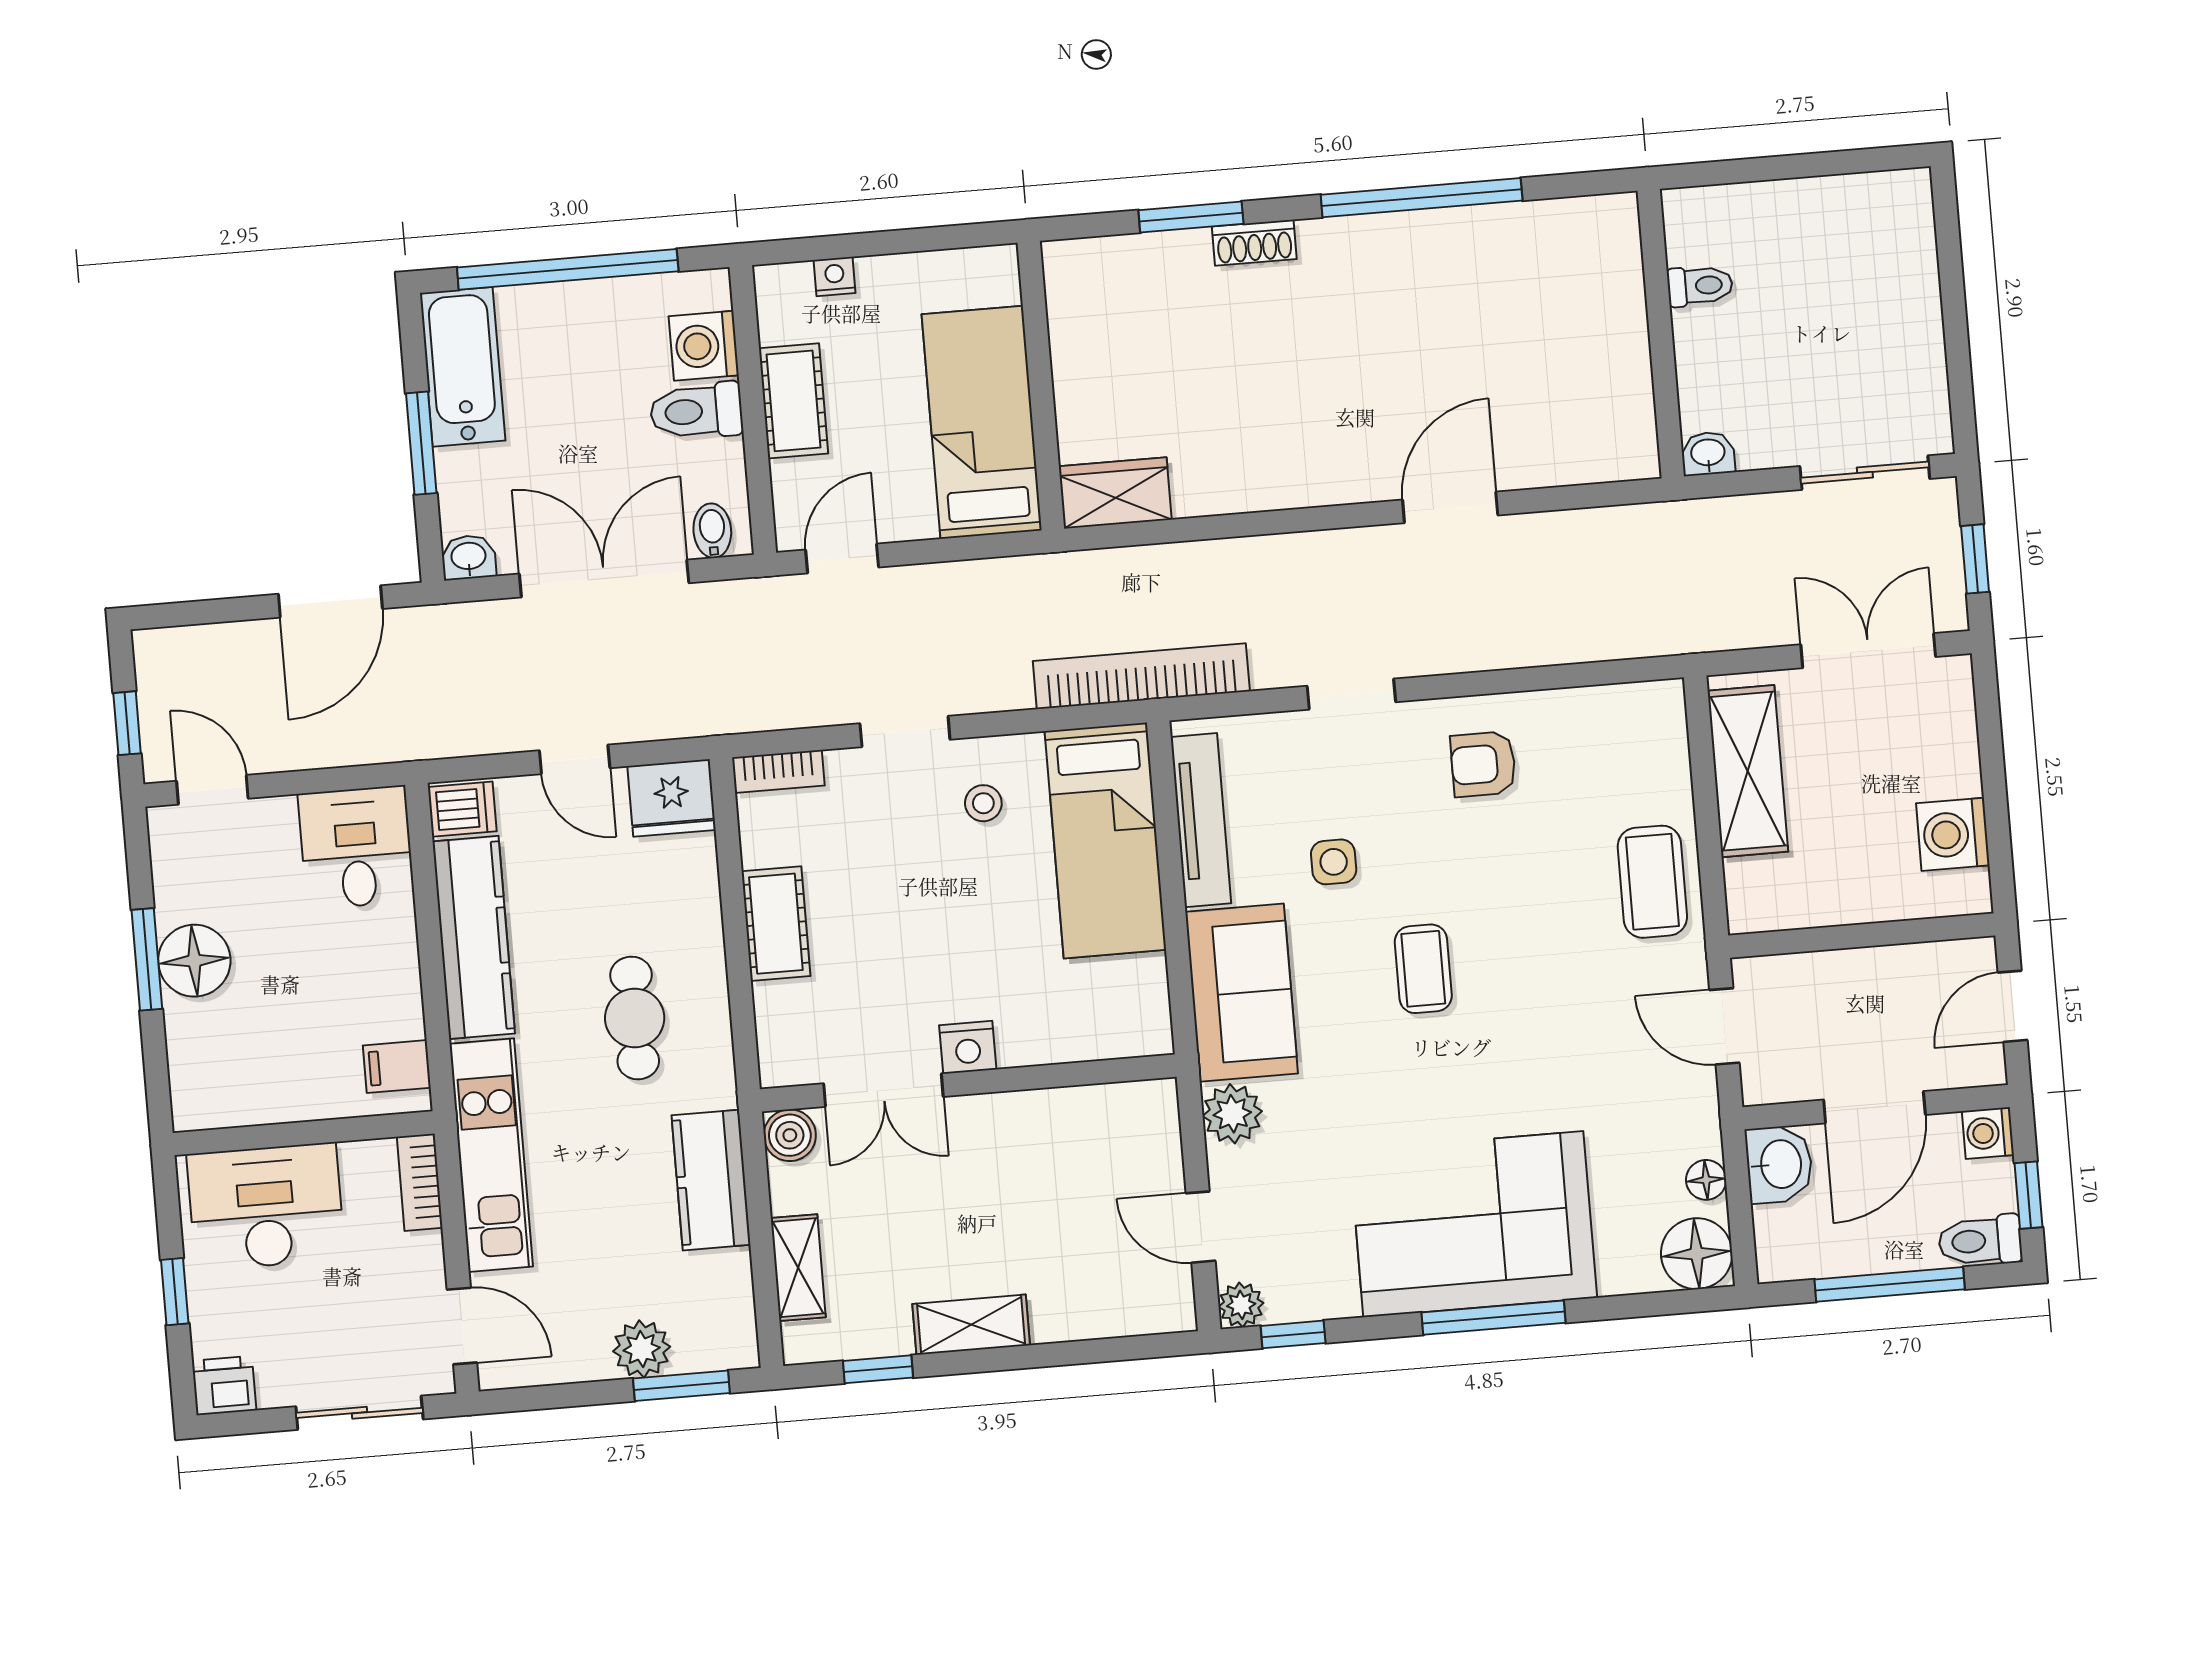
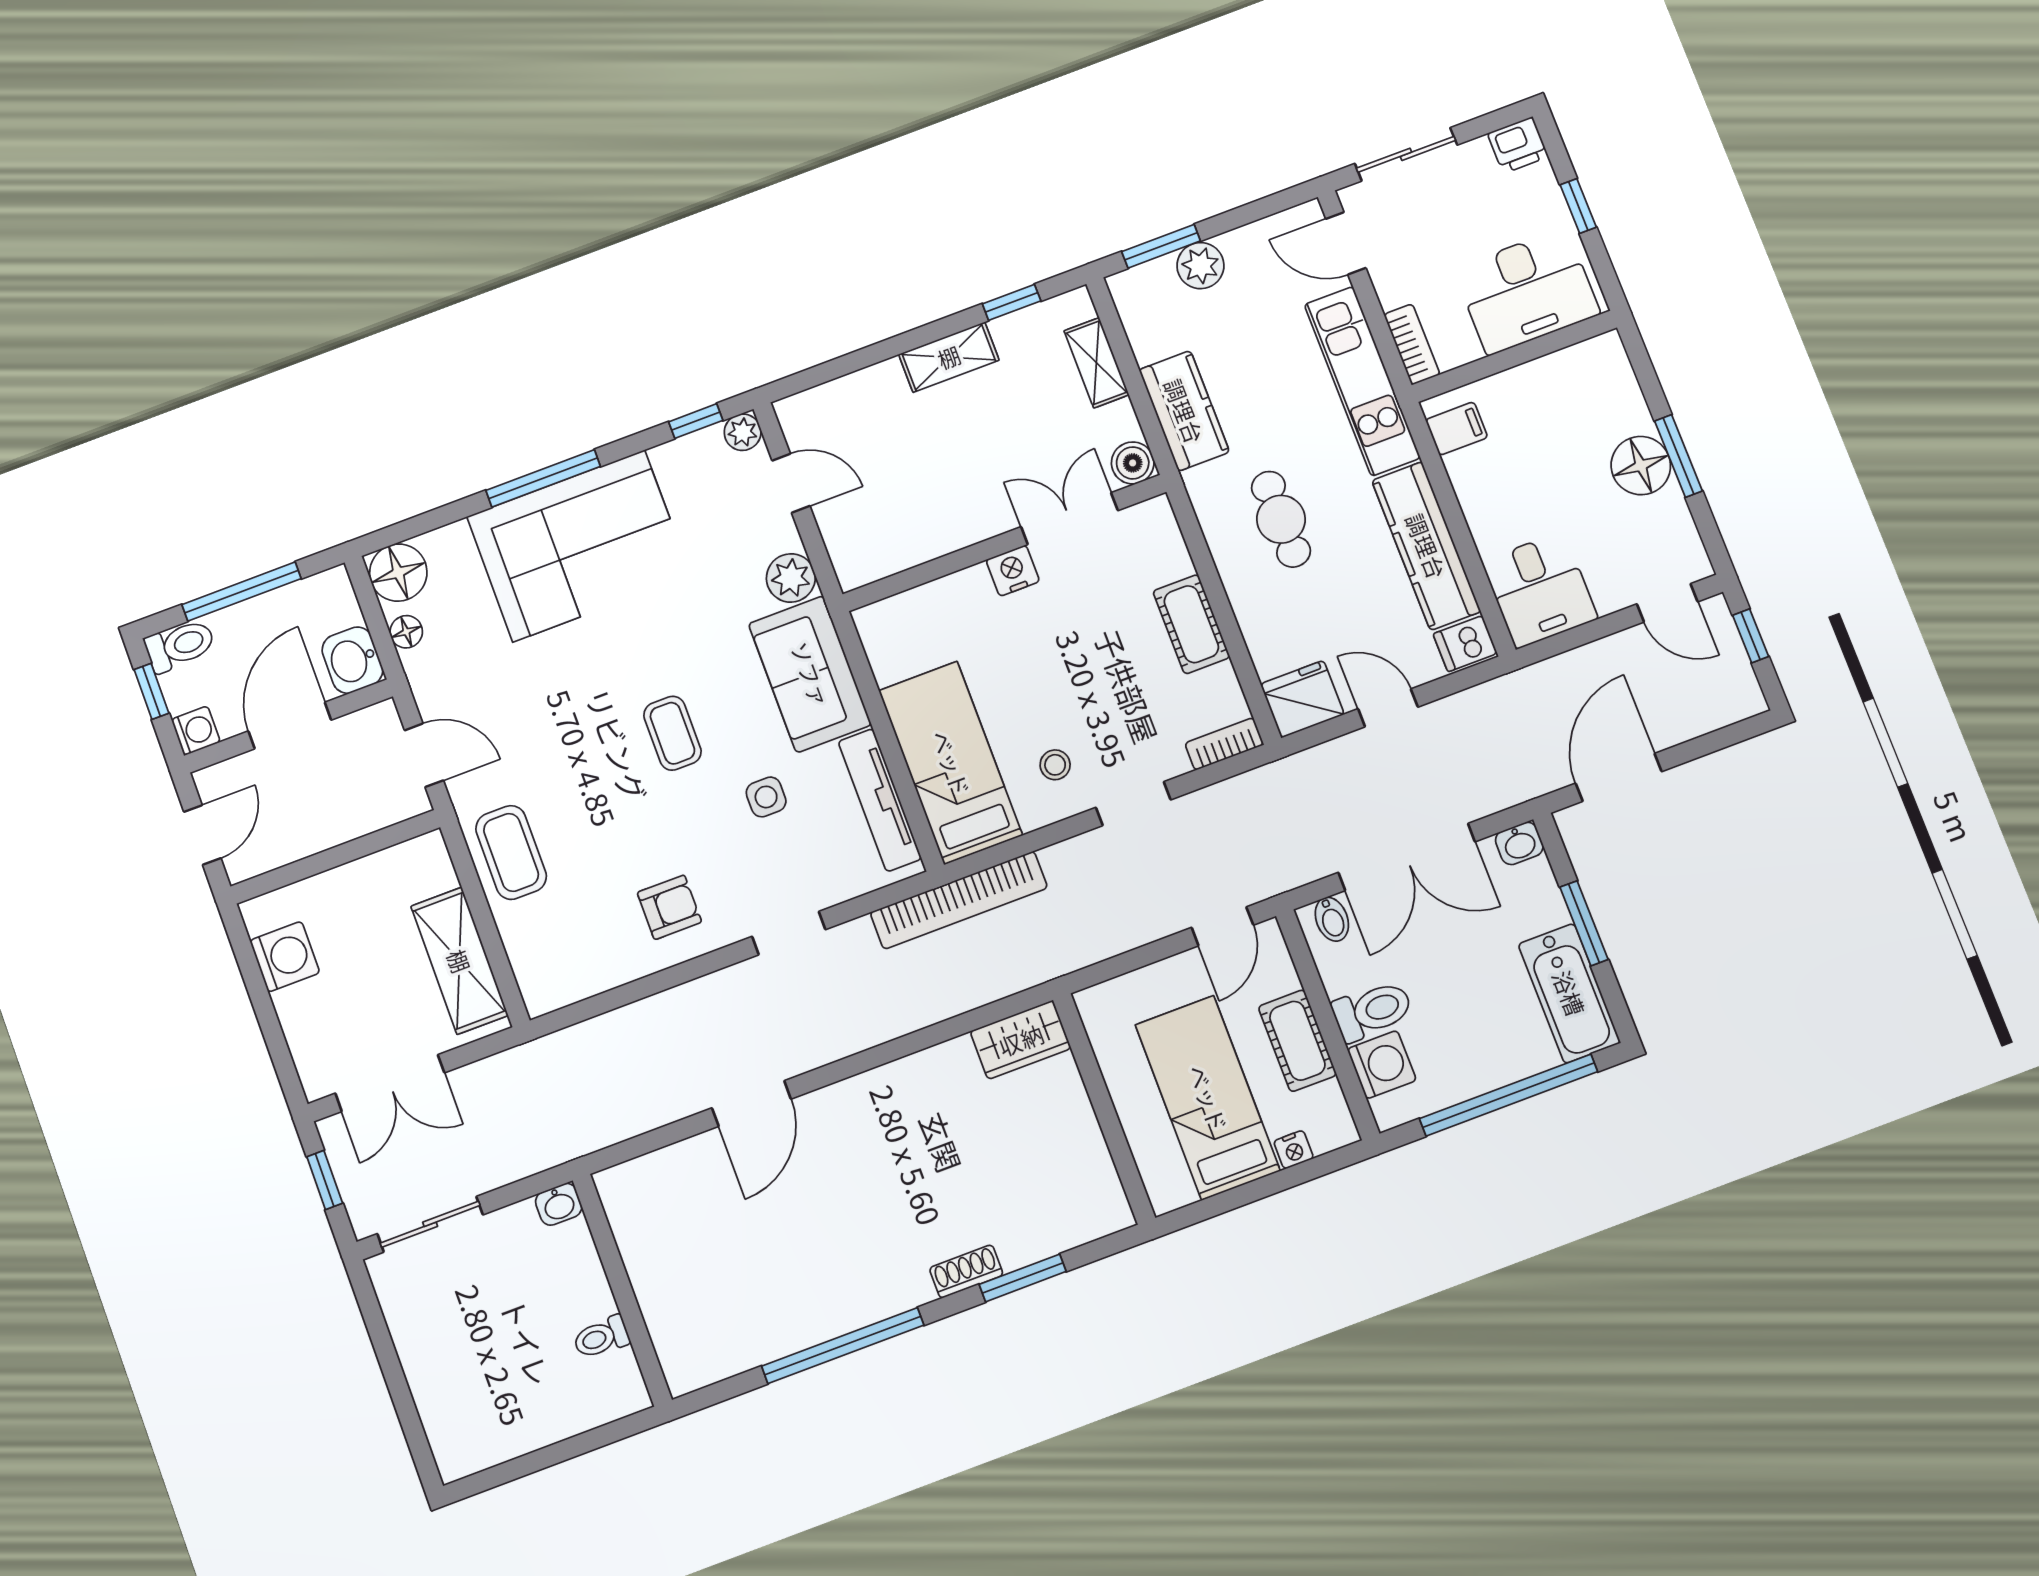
bed: (982, 422) -> (1208, 1098), moved, turned 180

